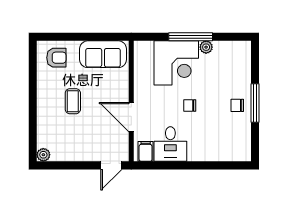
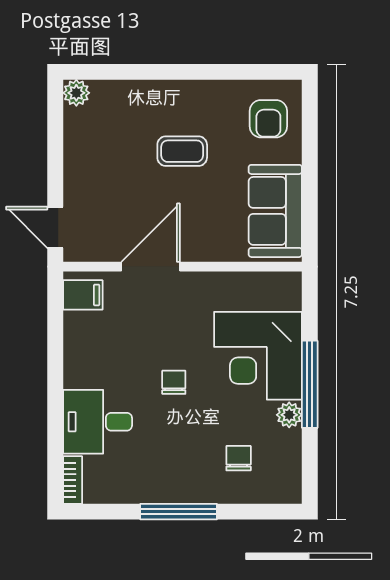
chair: (237, 105) -> (239, 458), moved
desk: (170, 144) -> (98, 422), moved
bookcase: (239, 157) -> (73, 480), added

